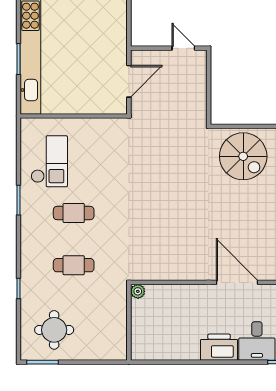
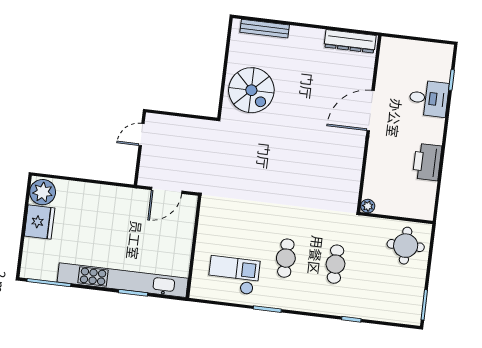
door: (129, 81) -> (167, 190), swing flipped
spiral stairs: (243, 156) -> (251, 90), turned 90
round table: (54, 330) -> (406, 246), moved
printer: (219, 347) -> (427, 162), moved

